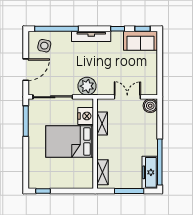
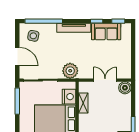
sofa: (141, 41) -> (106, 32), moved
door: (26, 70) -> (17, 57), hinge flipped

